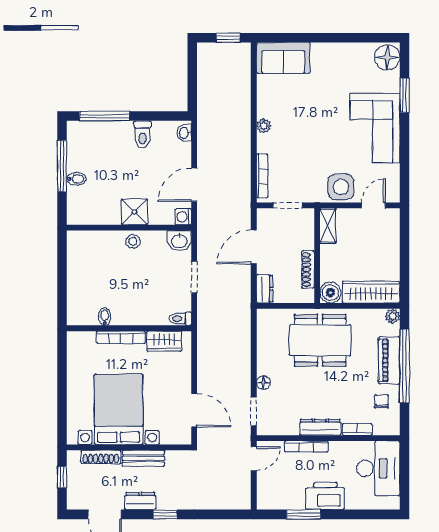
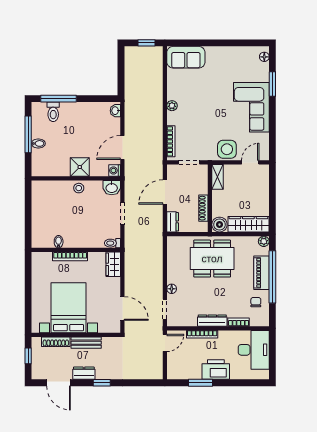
floor lamp: (387, 57) -> (264, 57), width x0.53, depth x0.53
toilet: (142, 135) -> (53, 112), moved
wardrobe: (164, 341) -> (113, 264), moved, turned 90

